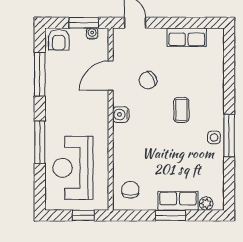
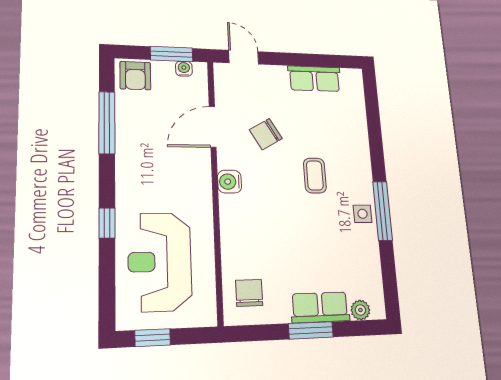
window: (40, 142) -> (107, 223), width x0.46
window: (83, 215) -> (153, 338), moved

